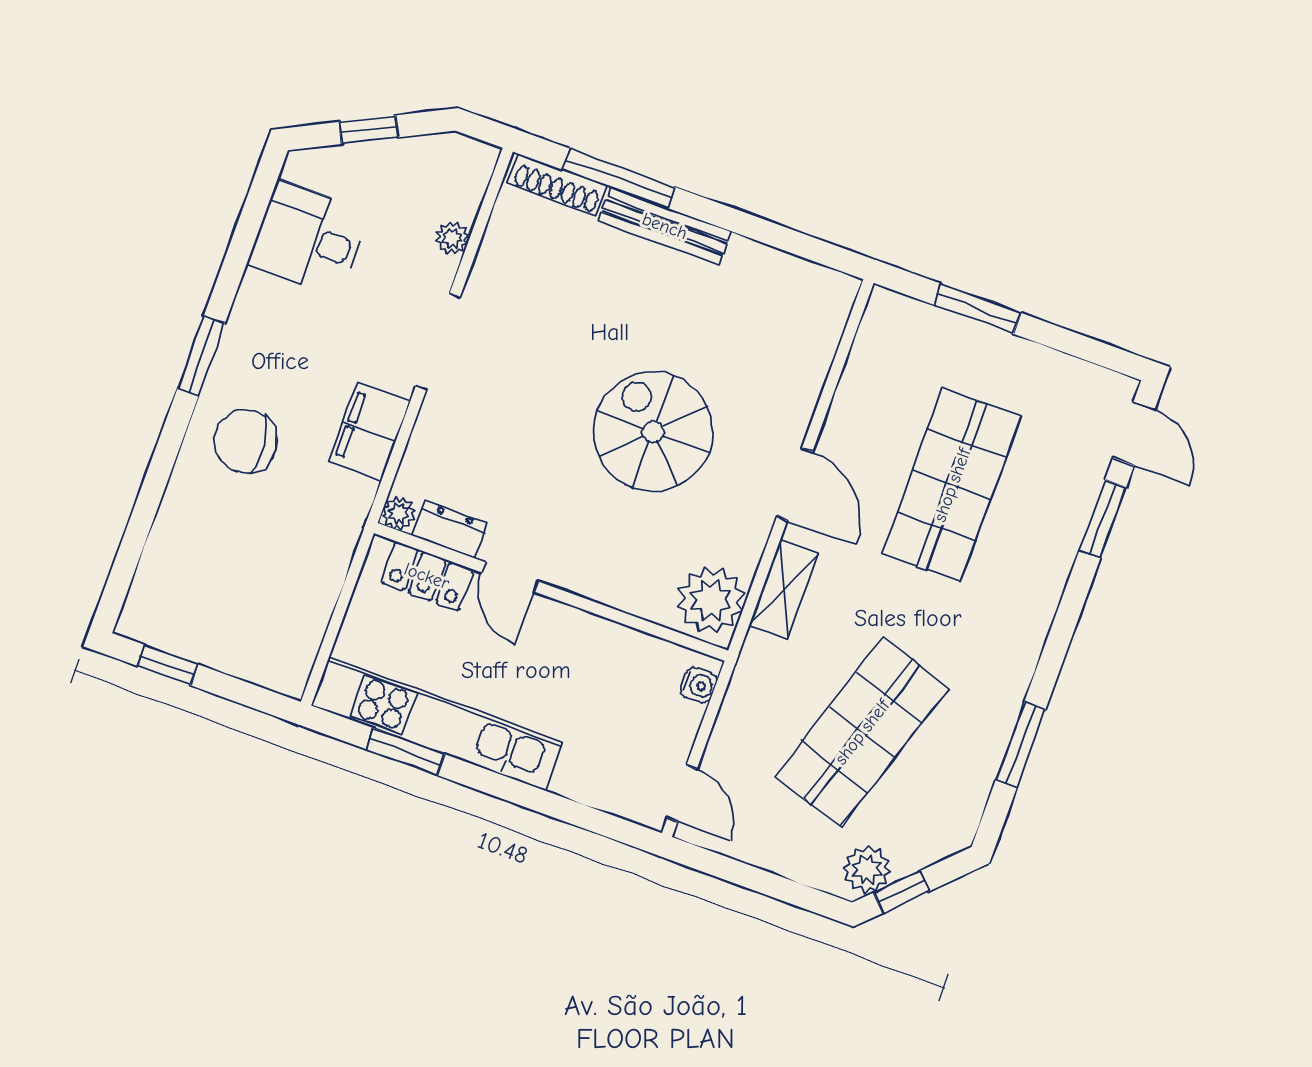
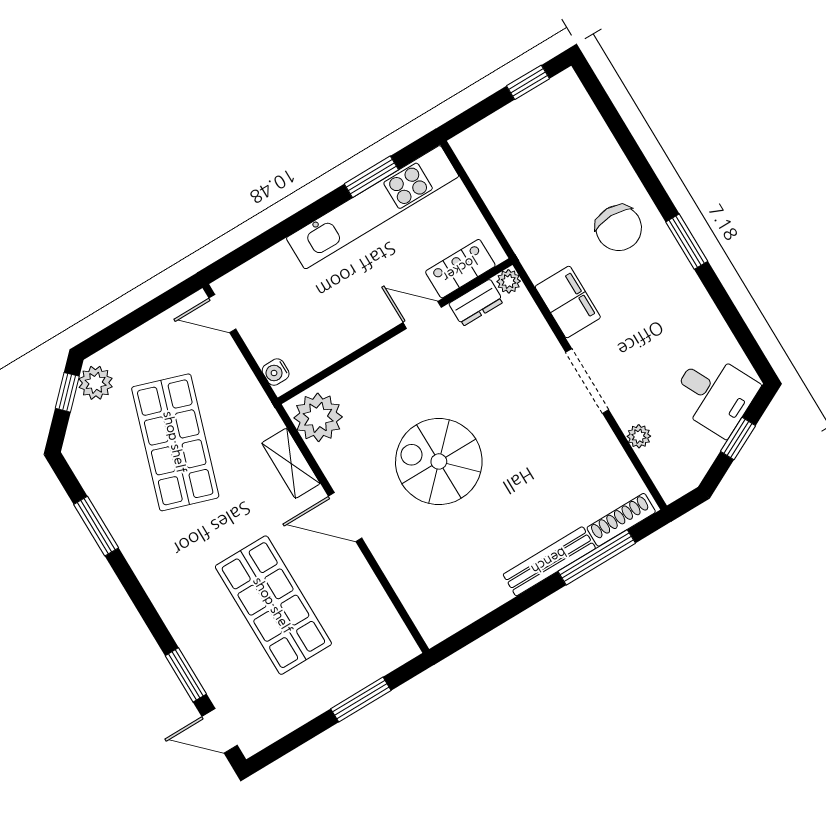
desk: (308, 239) -> (714, 394), moved, turned 63
spiral stairs: (653, 432) -> (439, 461), turned 180
chair: (246, 441) -> (619, 228), turned 95

